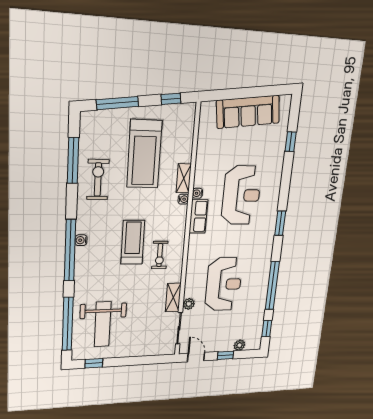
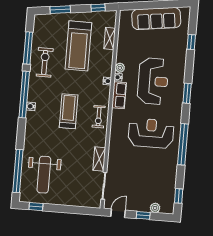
window: (118, 103) -> (60, 10), width x0.69
shelving: (184, 178) -> (110, 38), moved
window: (280, 223) -> (187, 93), moved
window: (70, 250) -> (24, 95), moved
exercise bike: (160, 255) -> (99, 117), moved
reception desk: (224, 284) -> (151, 133), moved, turned -90
window: (272, 286) -> (183, 144), moved
plant: (189, 304) -> (120, 68), moved
door: (196, 357) -> (118, 213), hinge flipped

